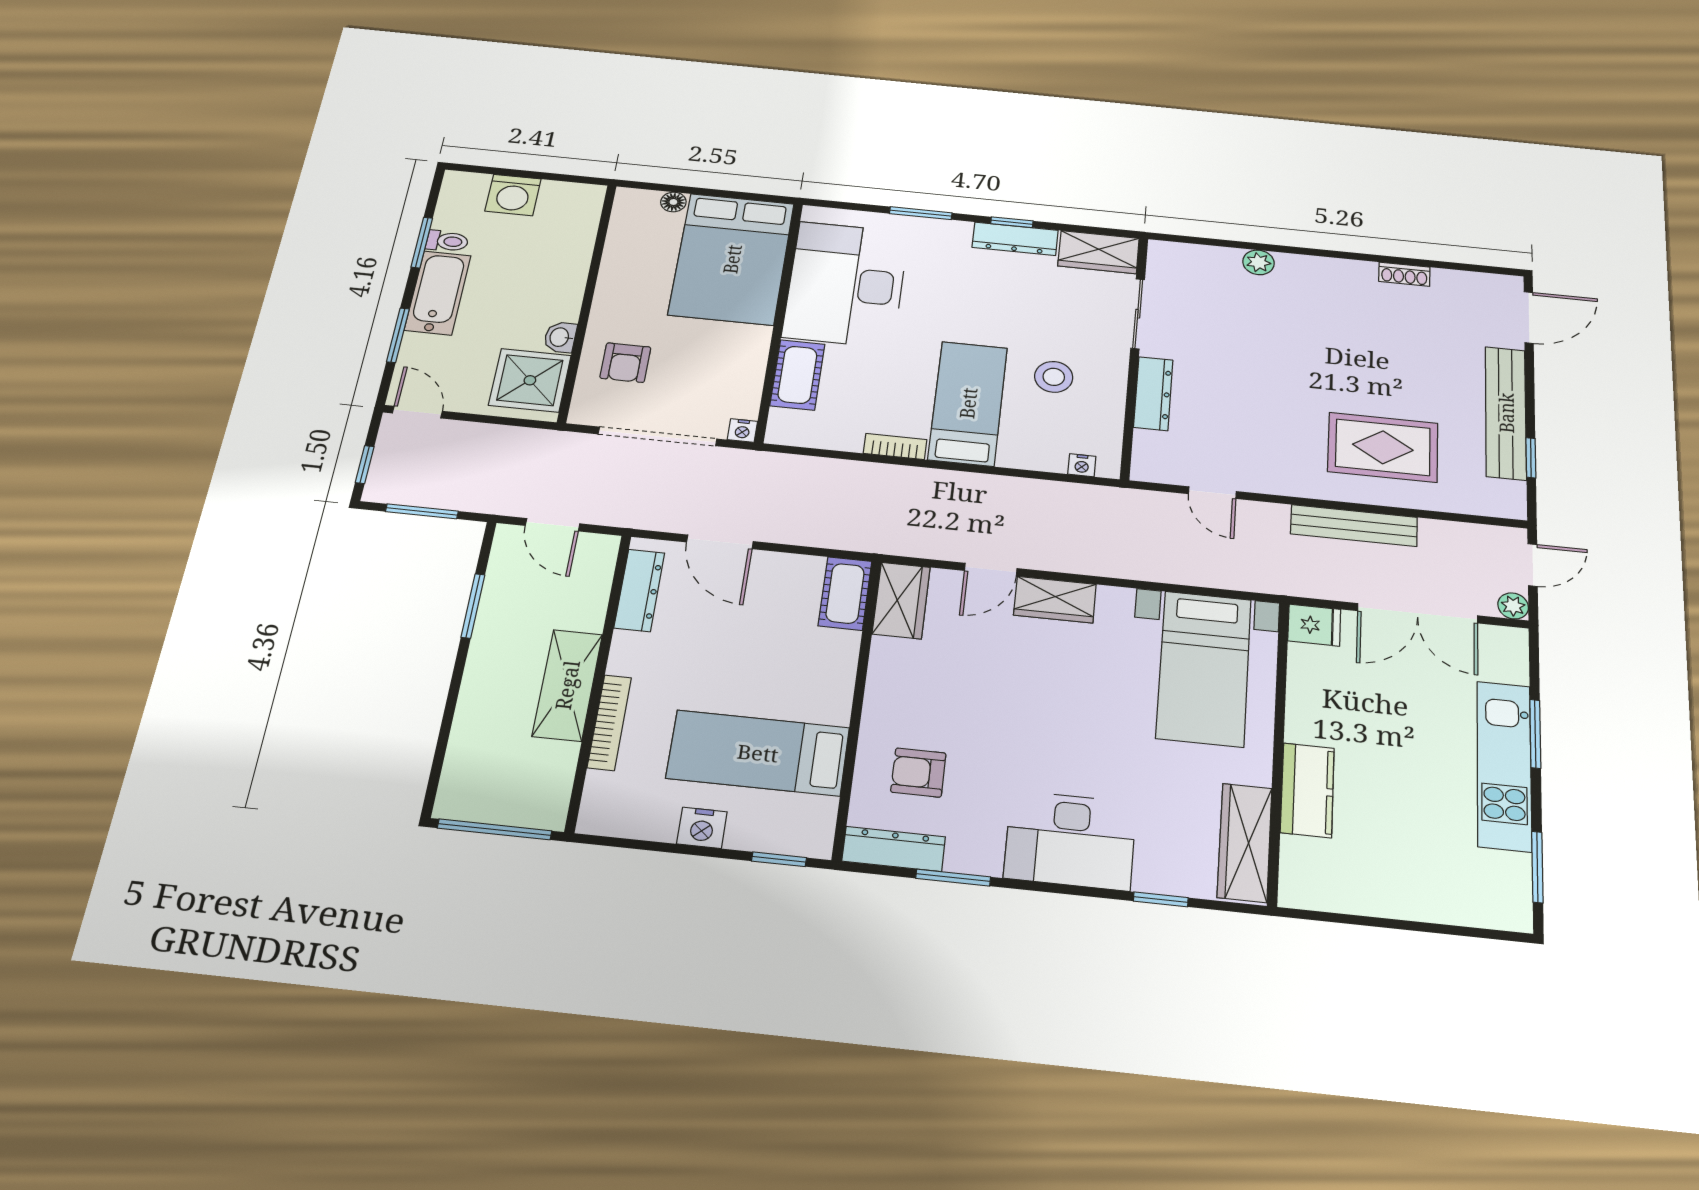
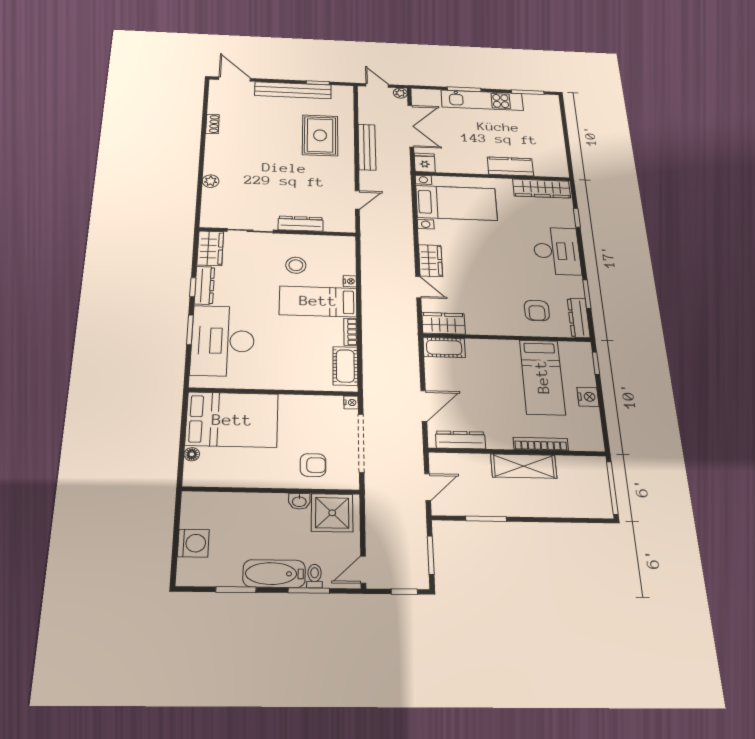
toilet: (447, 241) -> (315, 576), moved
desk: (846, 284) -> (223, 341), moved, turned 90
cot: (797, 375) -> (345, 366), moved, turned 90
nightstand: (1082, 465) -> (350, 281), moved

